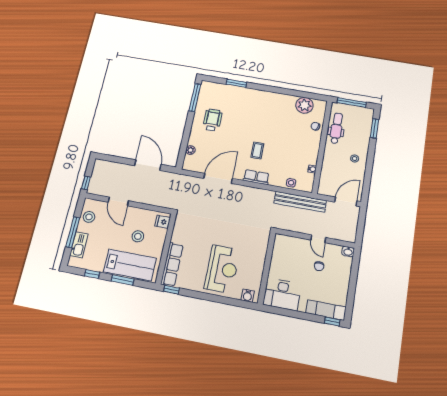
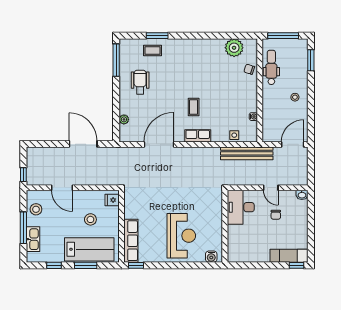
coffee table: (229, 95) -> (152, 50), added
desk: (282, 294) -> (241, 207), moved, turned 90

